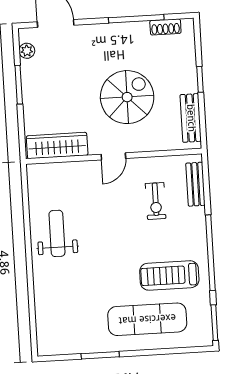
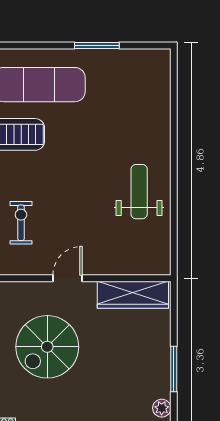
weight bench: (57, 233) -> (139, 192), turned 180

